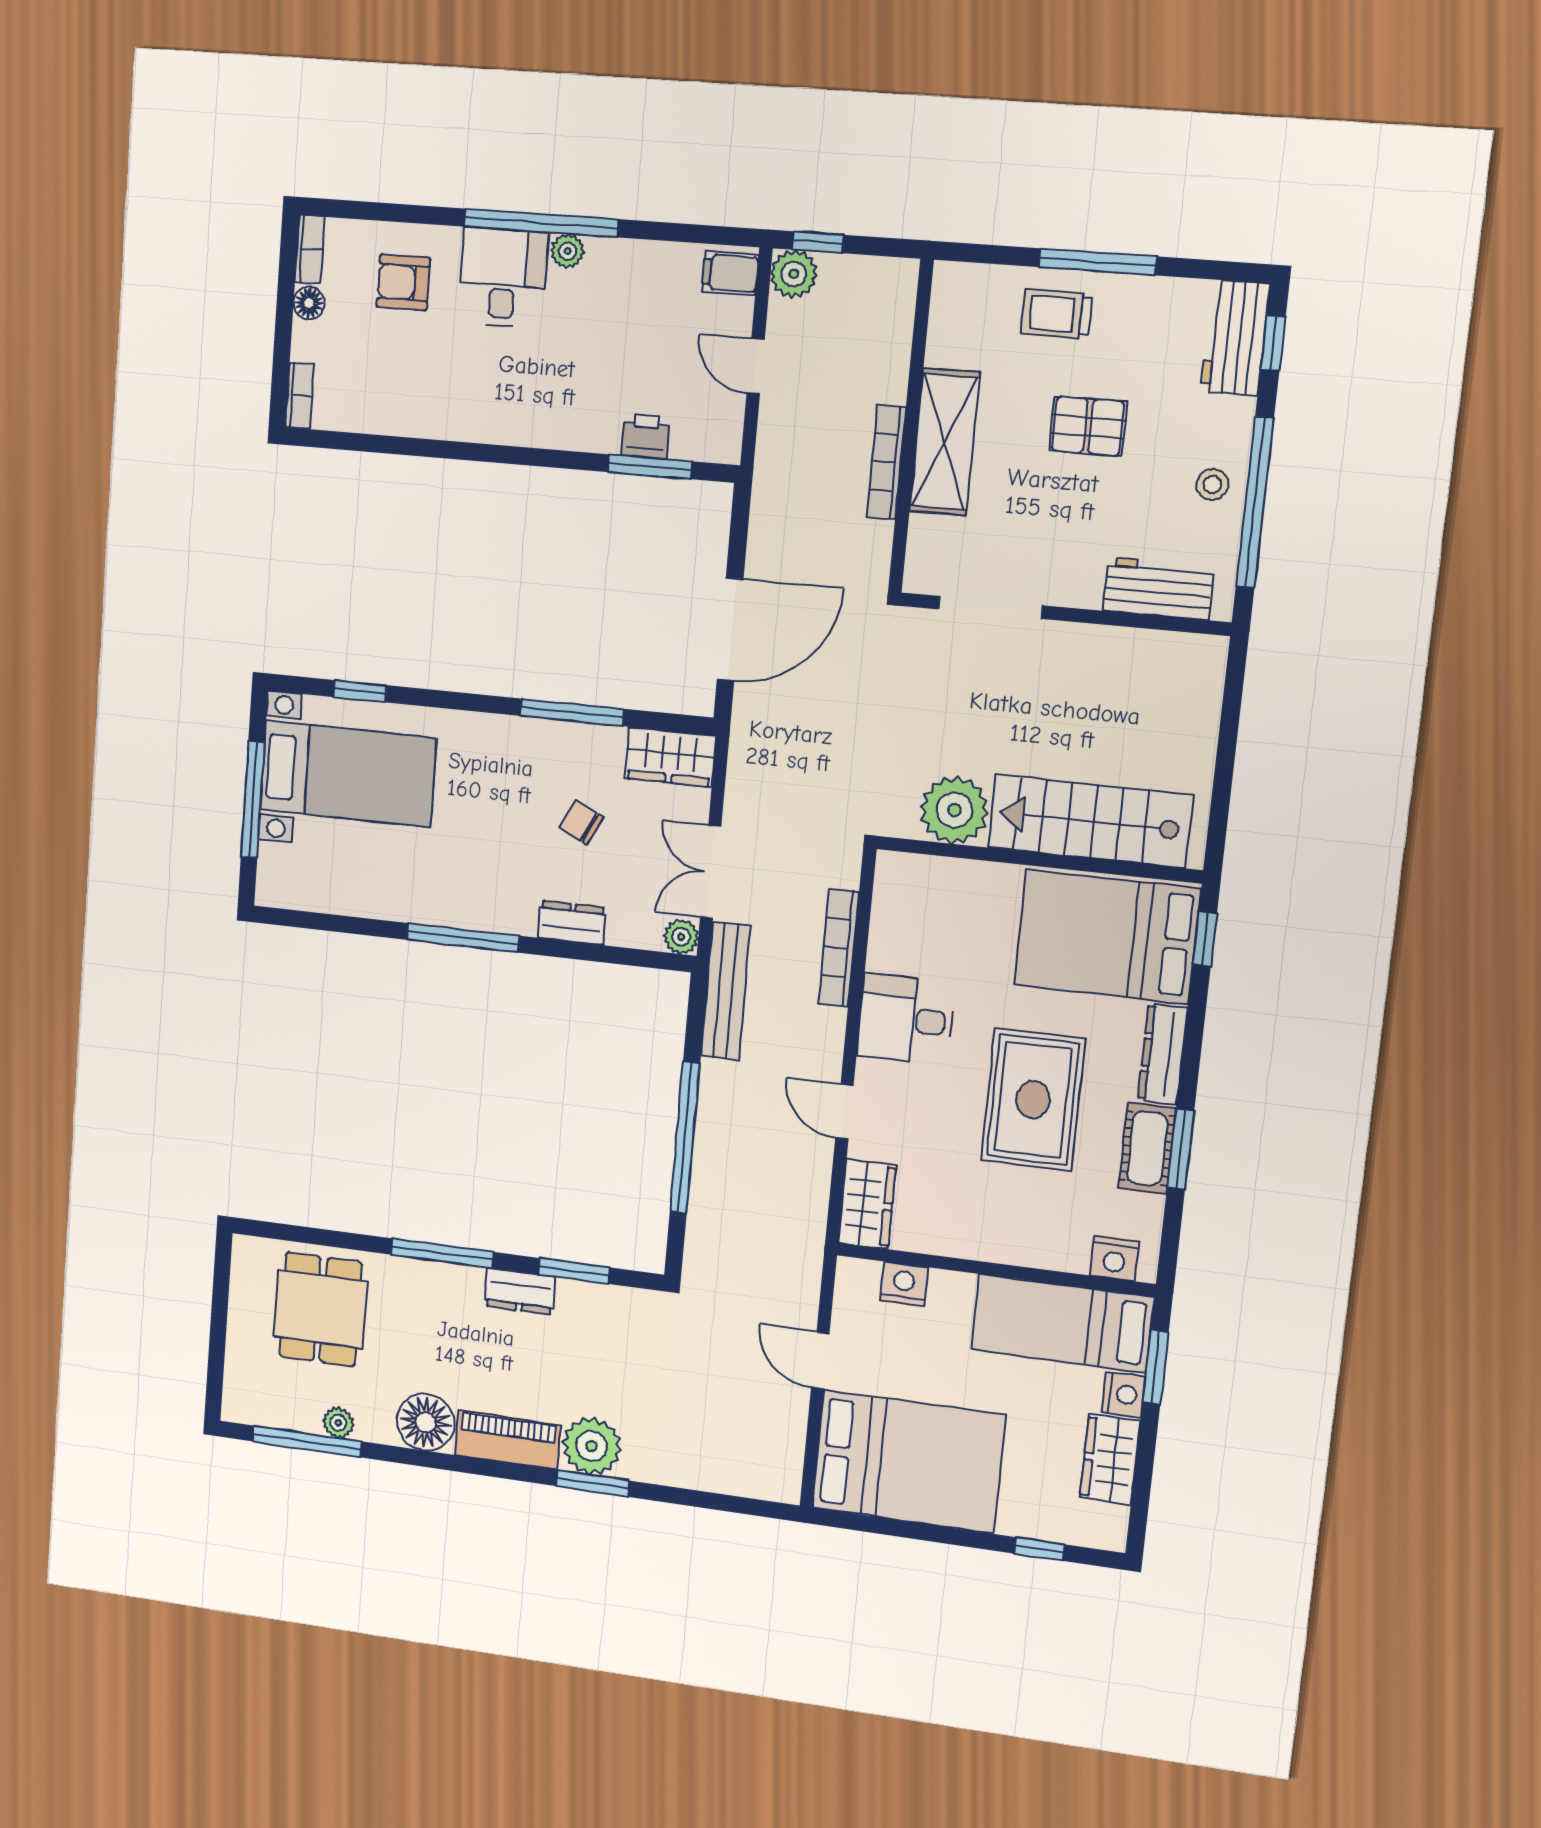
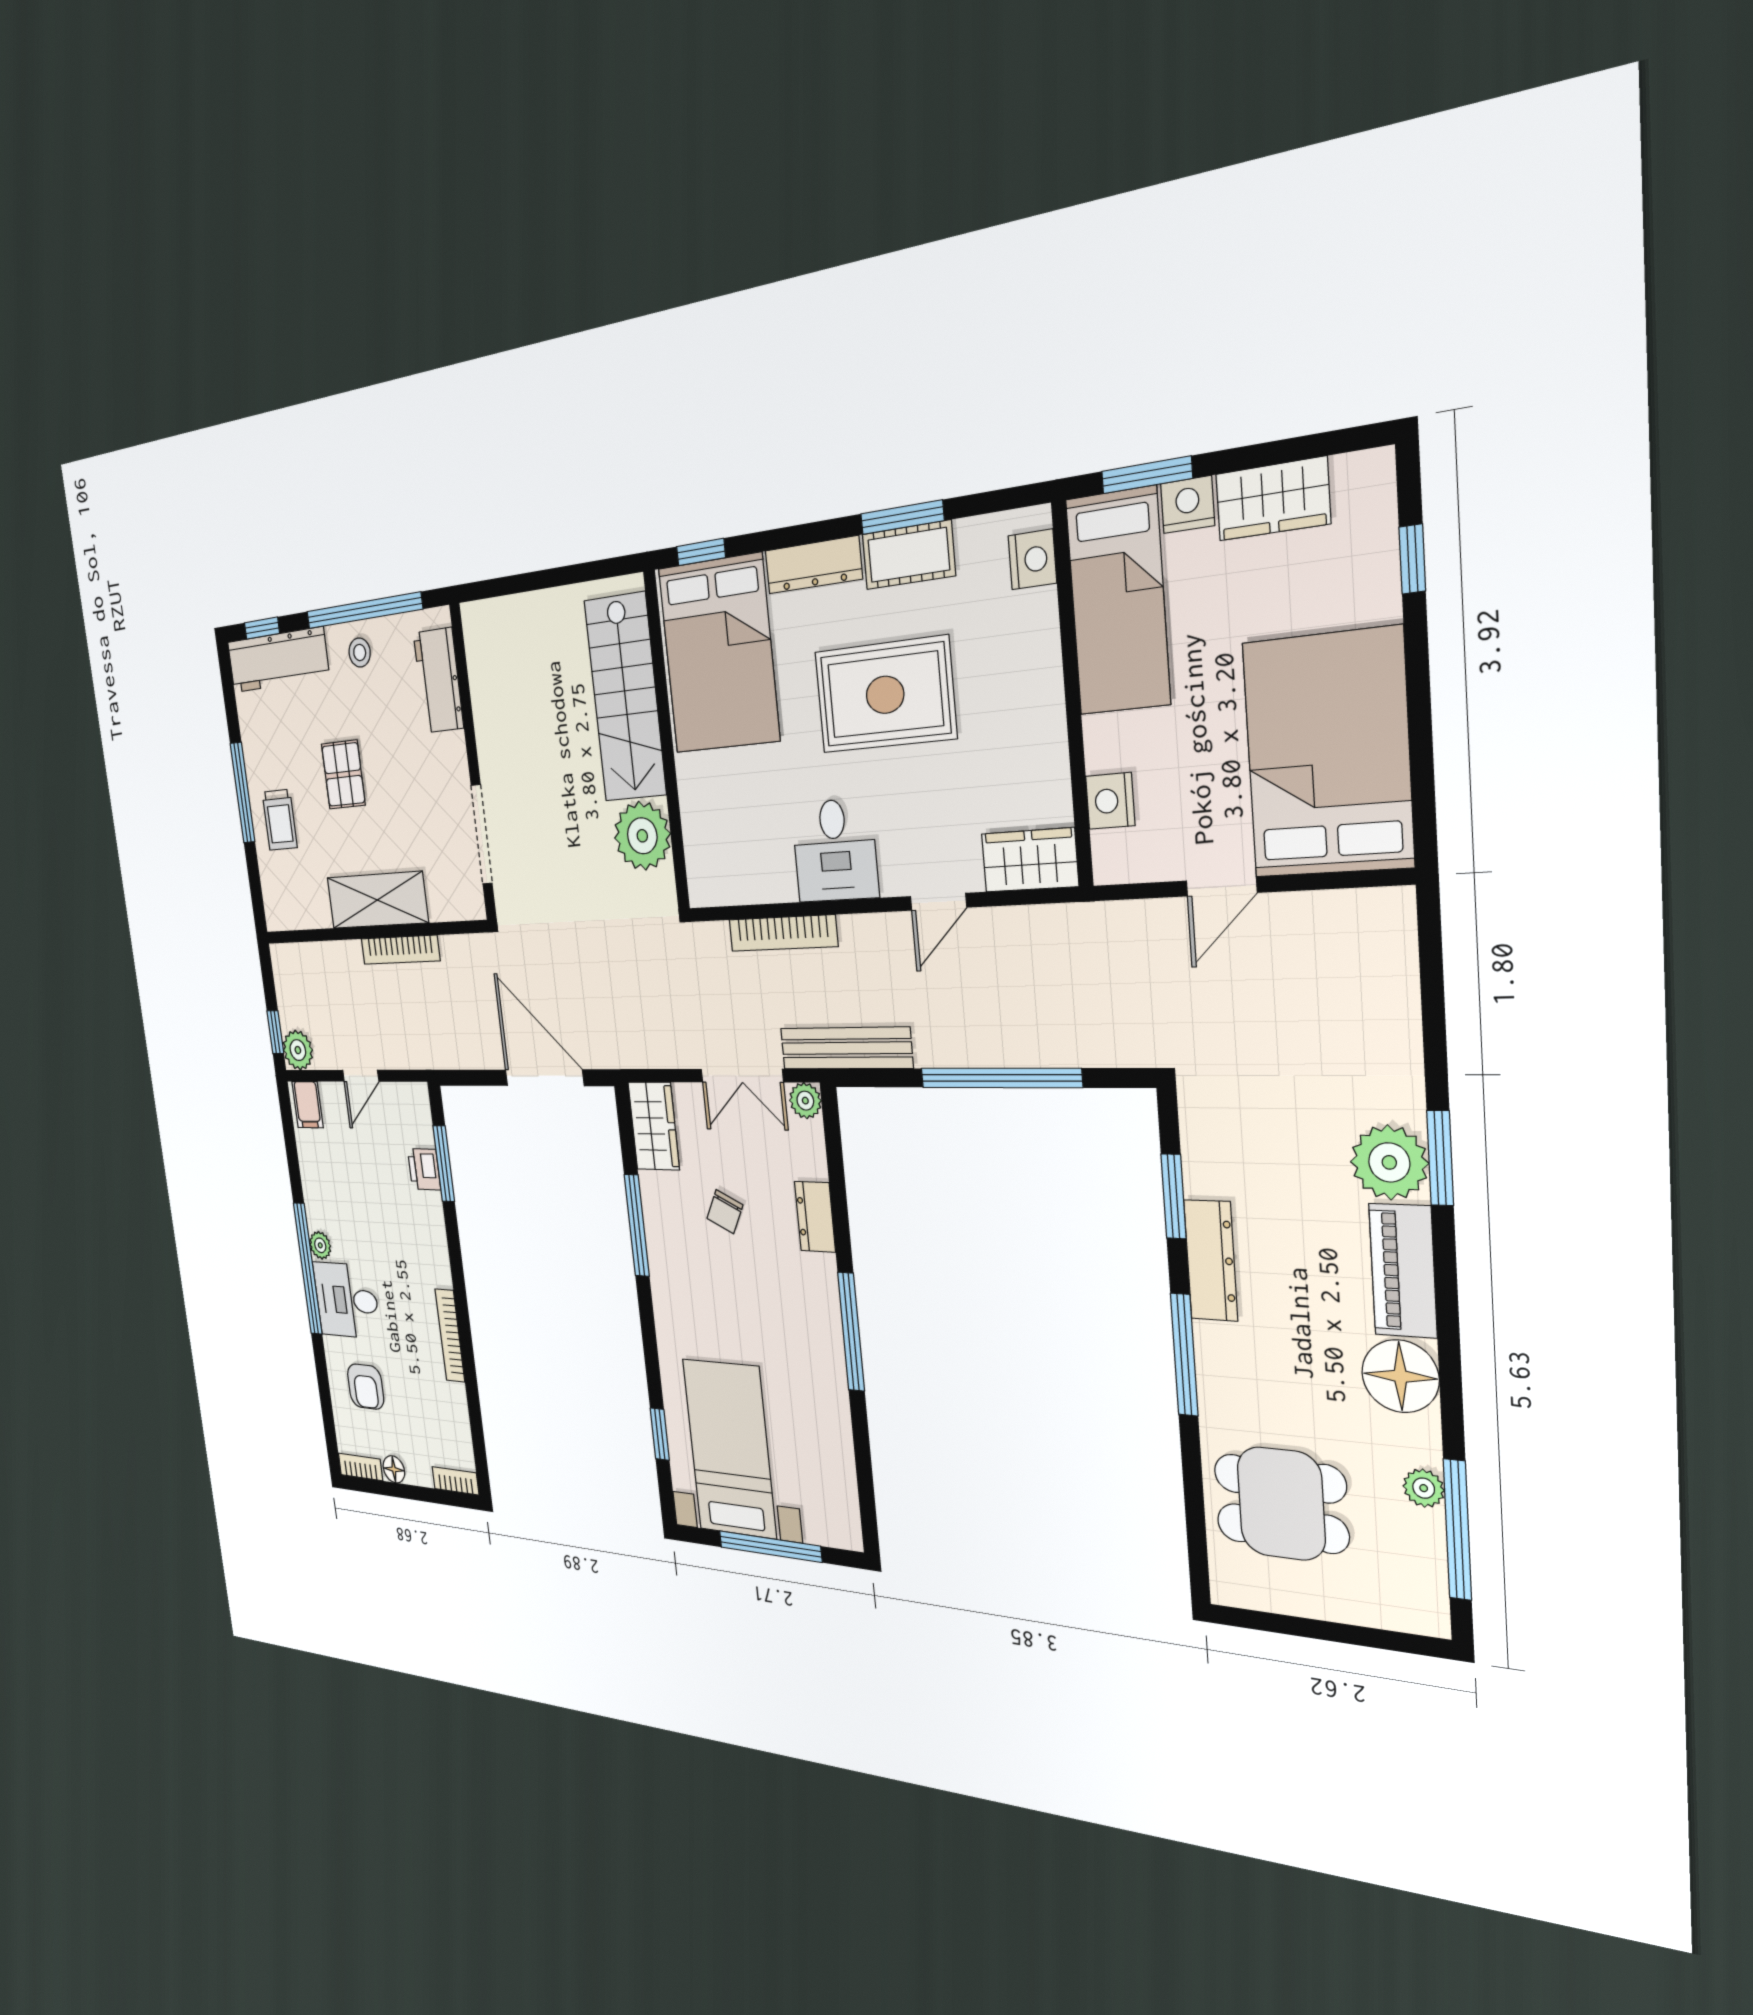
workbench: (1235, 338) -> (278, 660), width x1.38
bookcase: (462, 428) -> (450, 1336), added
dresser: (520, 1291) -> (1211, 1260), width x1.44

